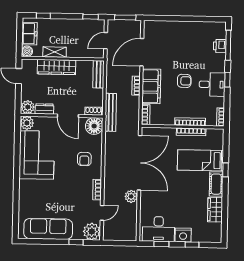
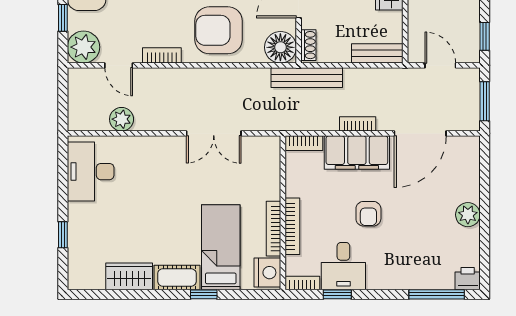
plant: (186, 28) -> (468, 215), added
printer: (220, 46) -> (468, 279), moved
door: (142, 52) -> (420, 133), swing flipped
window: (227, 80) -> (337, 294), moved
desk: (212, 84) -> (343, 266), moved
armchair: (84, 159) -> (219, 30), width x1.88, depth x1.88
double door: (139, 163) -> (214, 133), width x0.54
plant: (131, 196) -> (122, 119), moved
nightstand: (183, 235) -> (267, 273), moved, turned 180
window: (161, 244) -> (63, 178), removed

